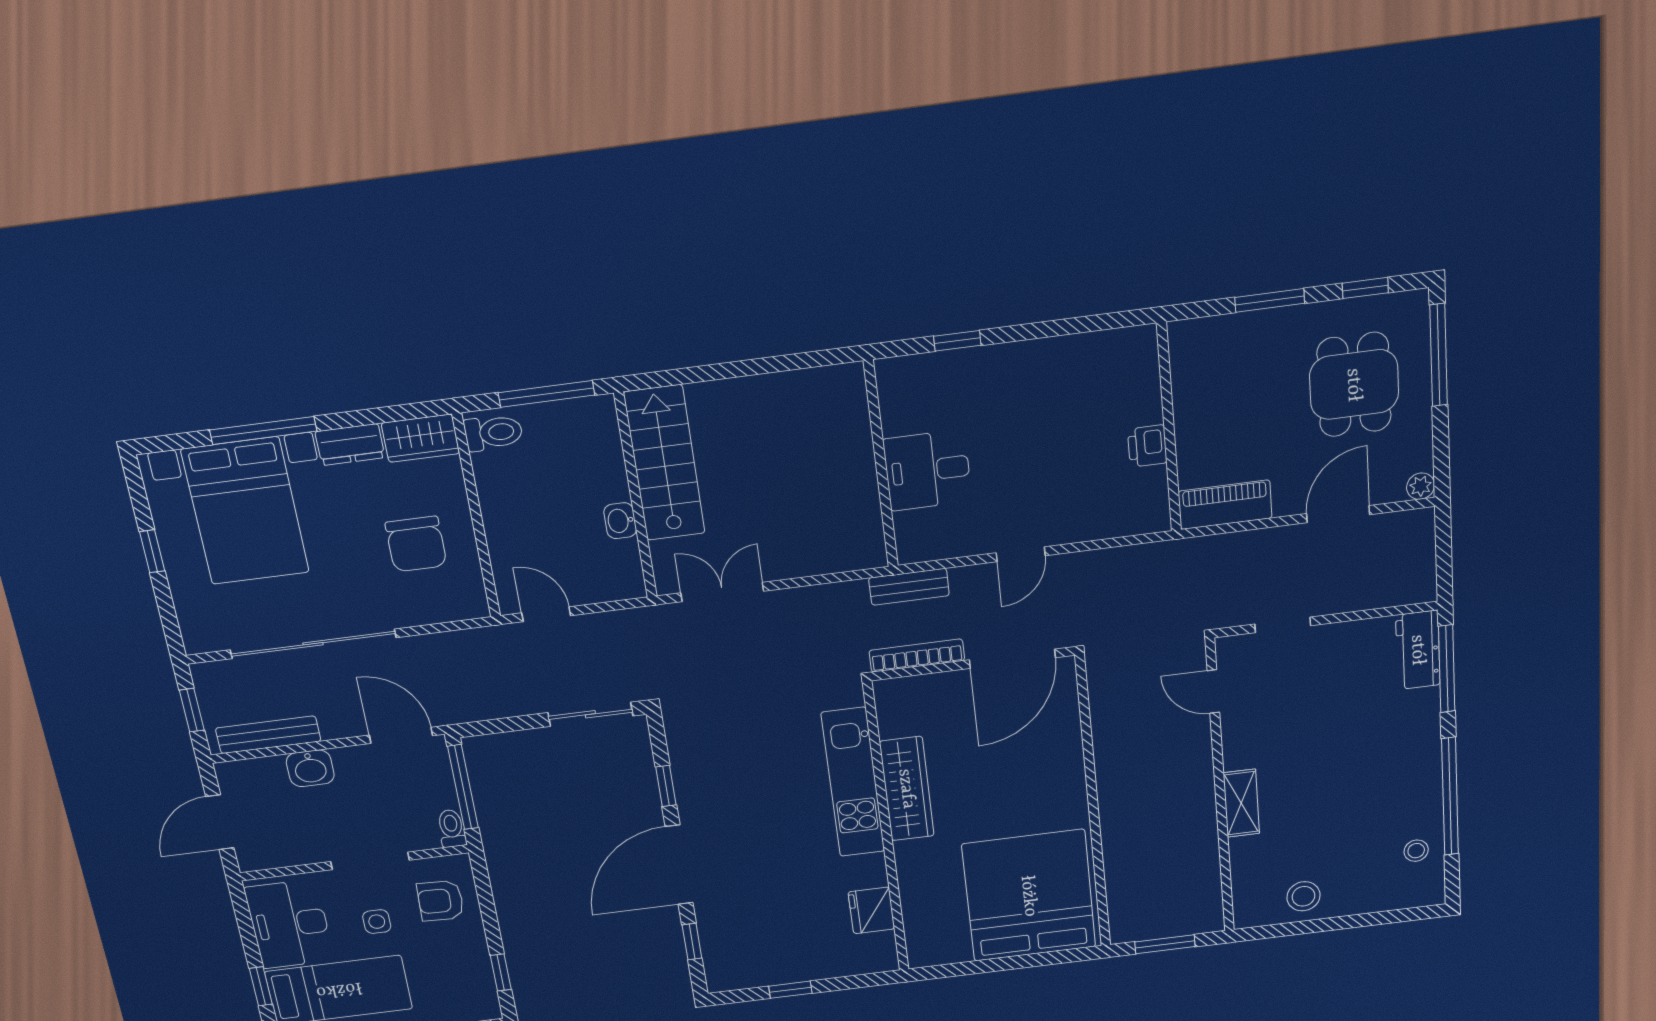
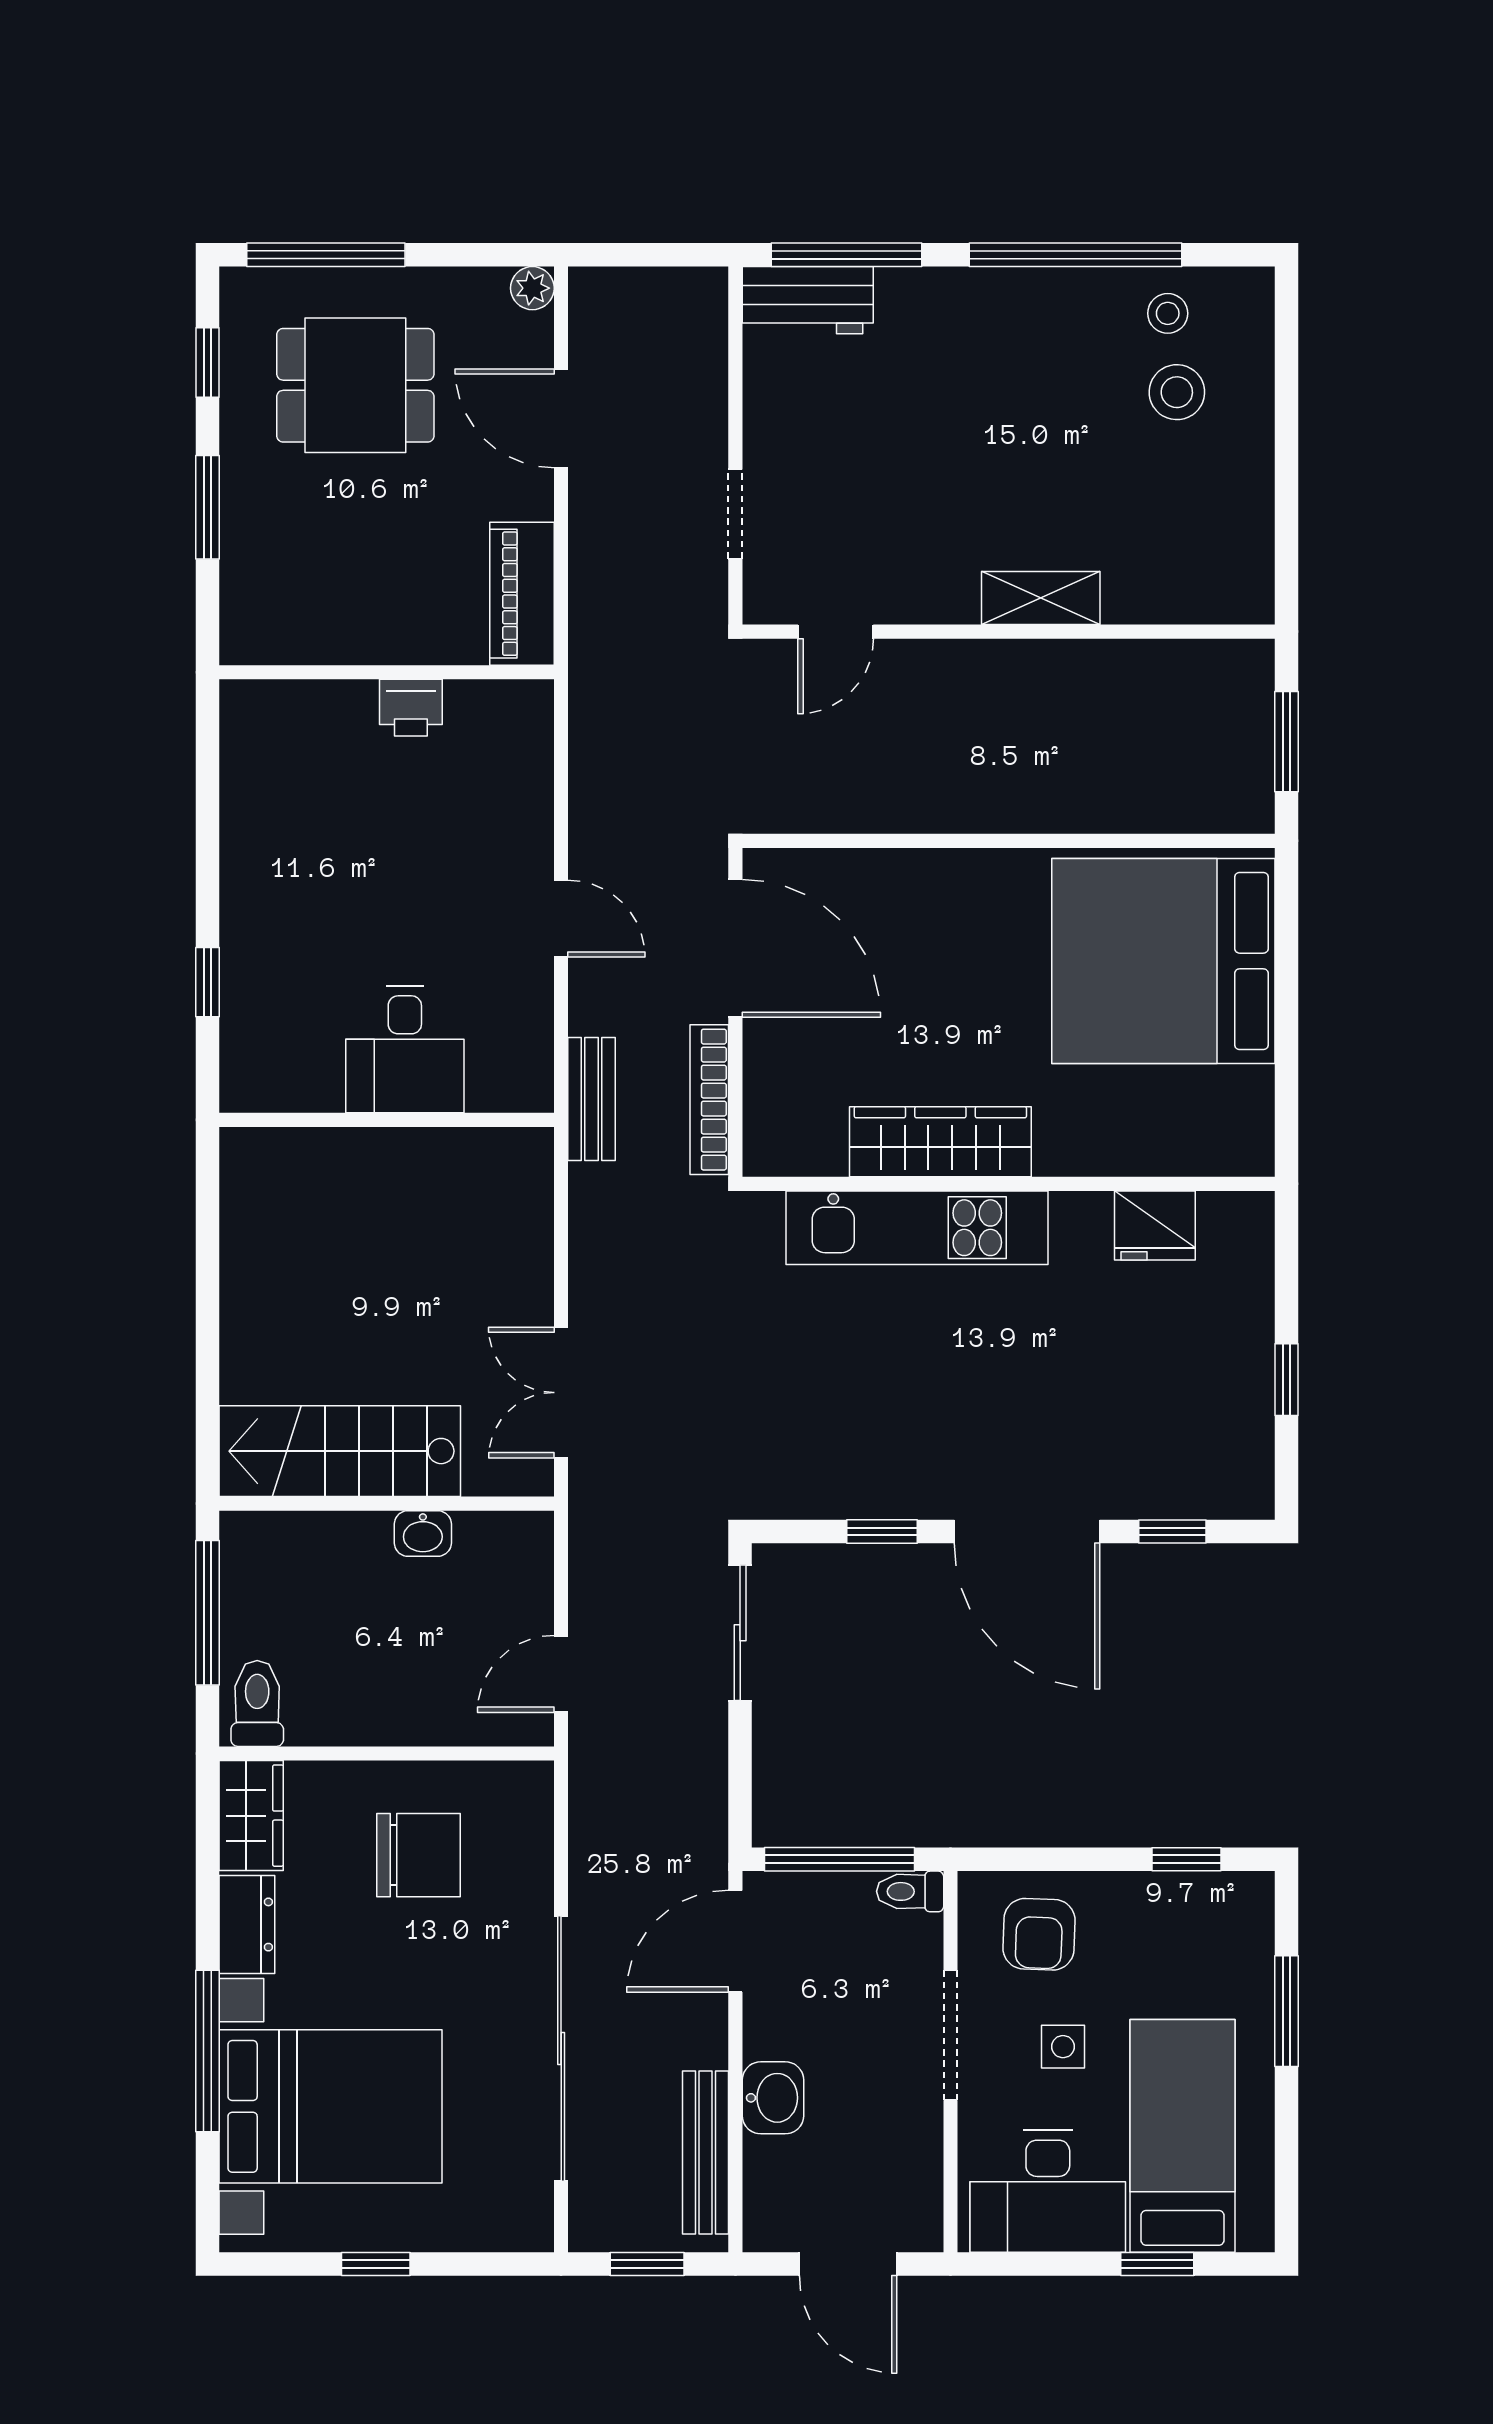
stool: (1303, 896) -> (1177, 392), moved

